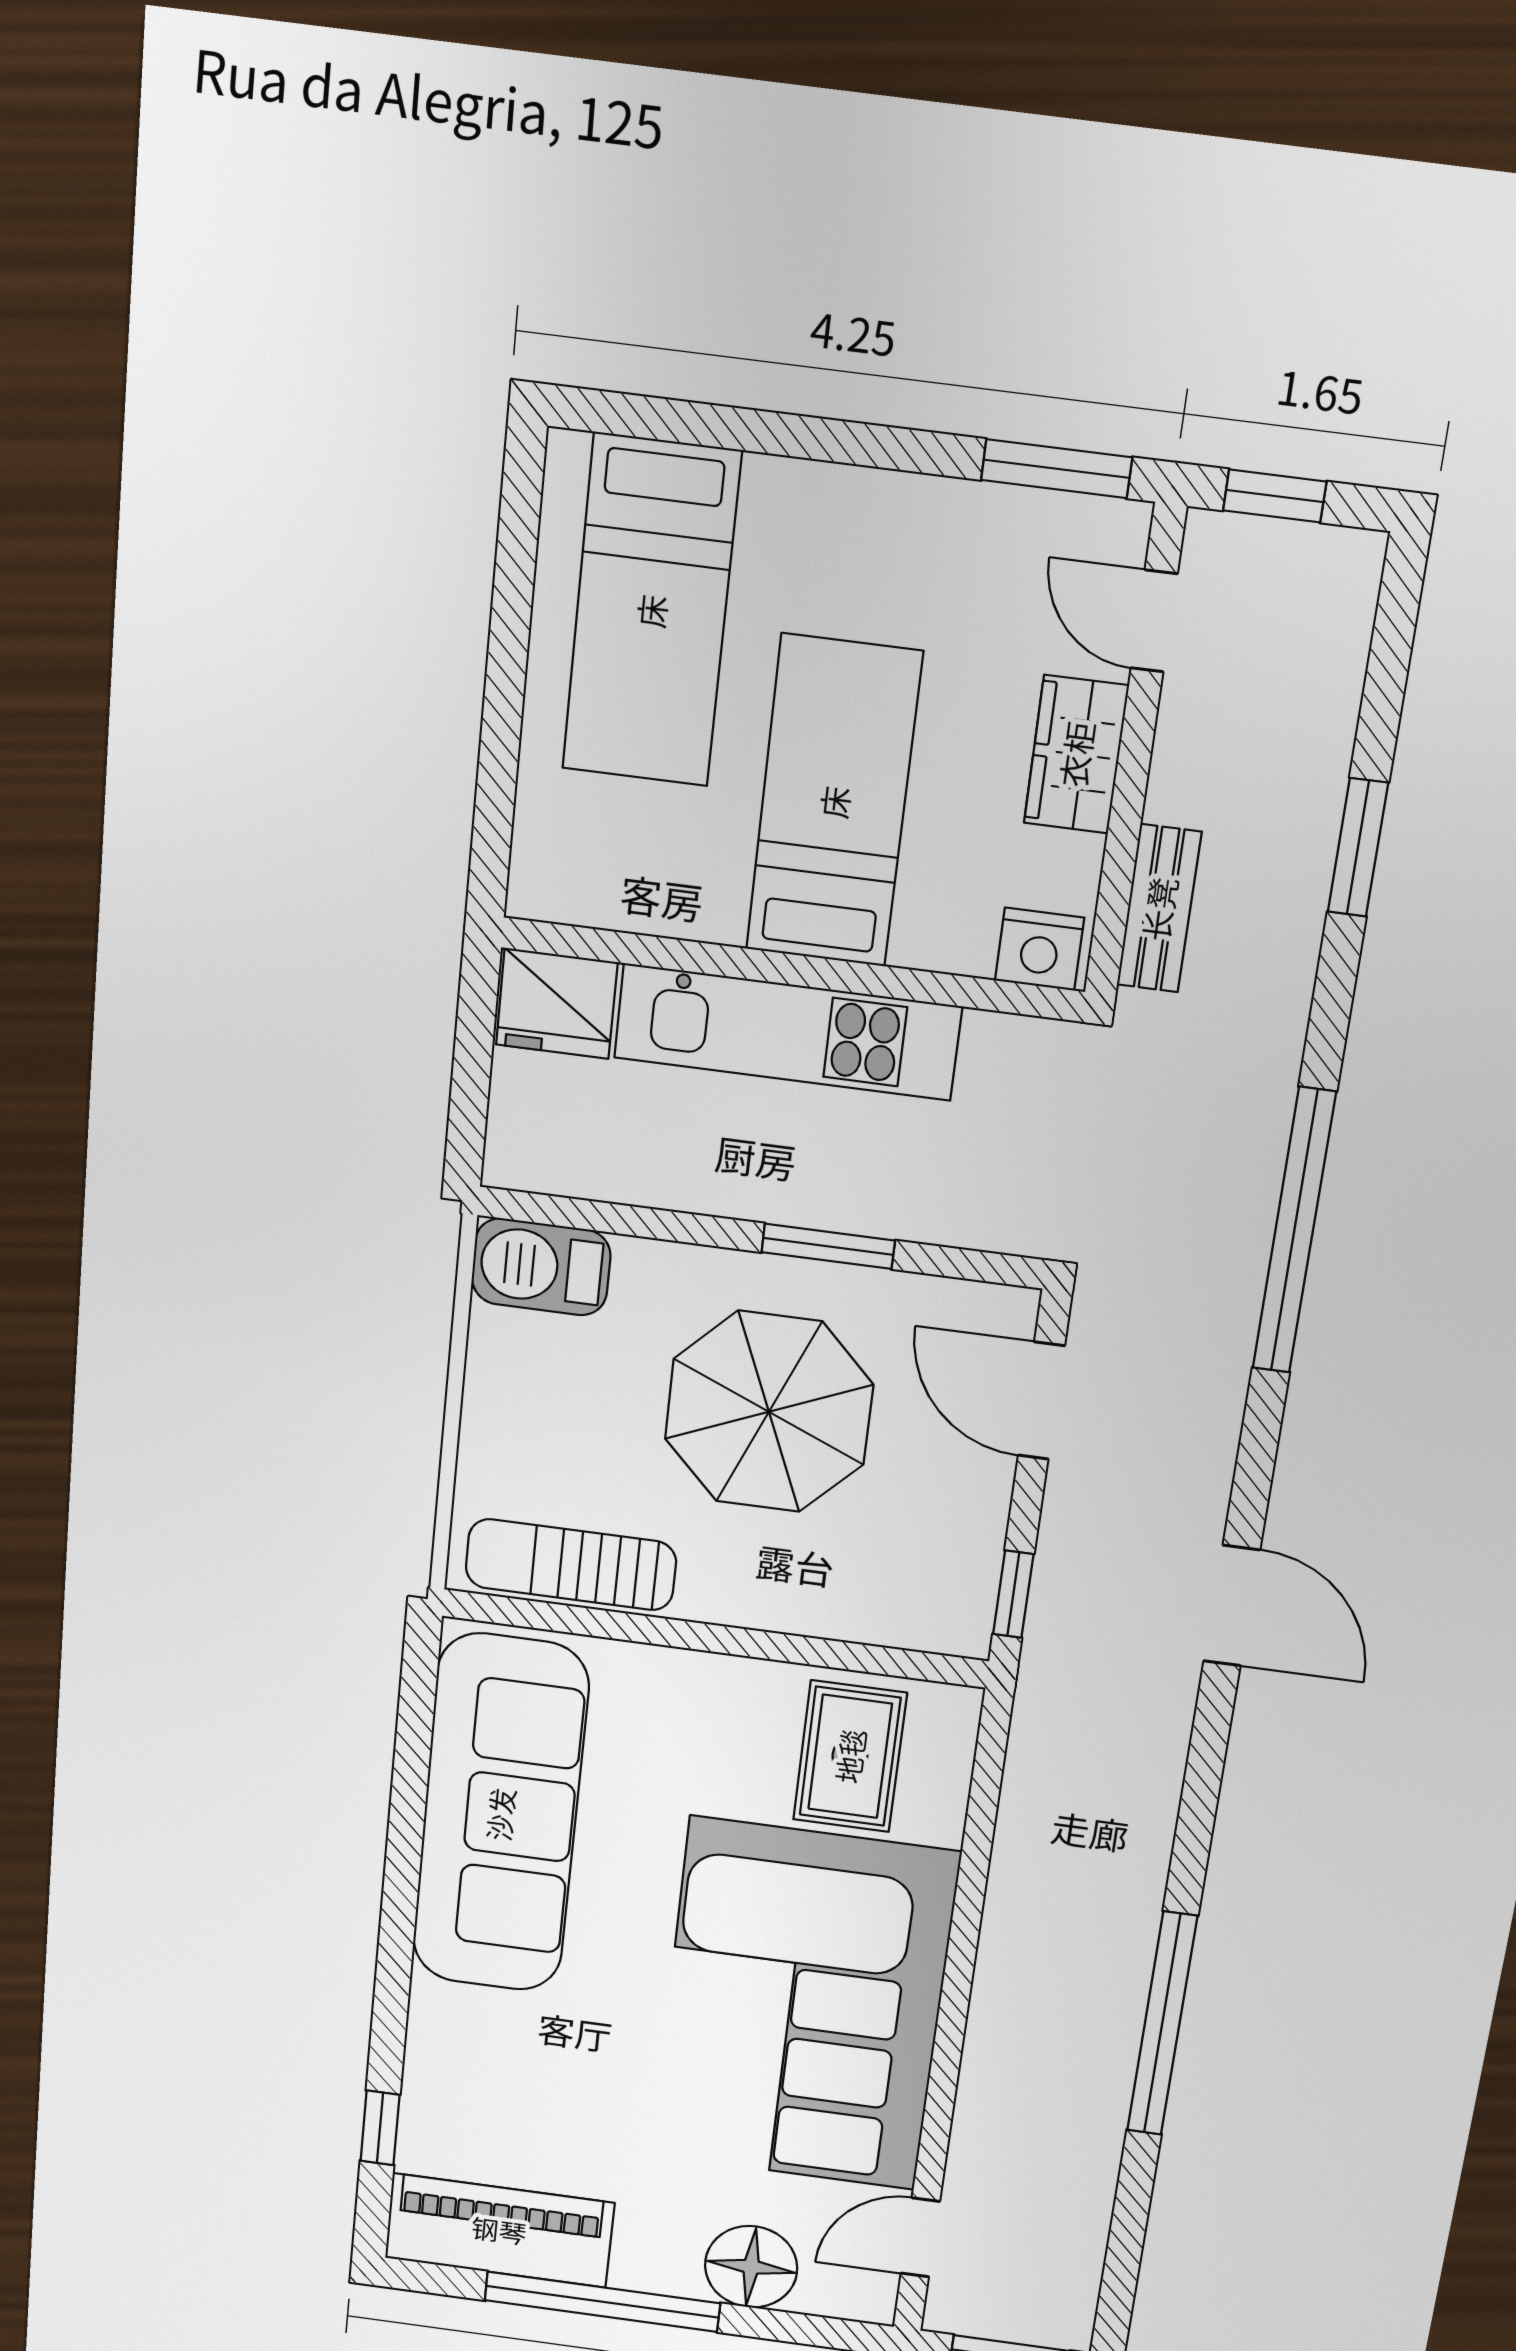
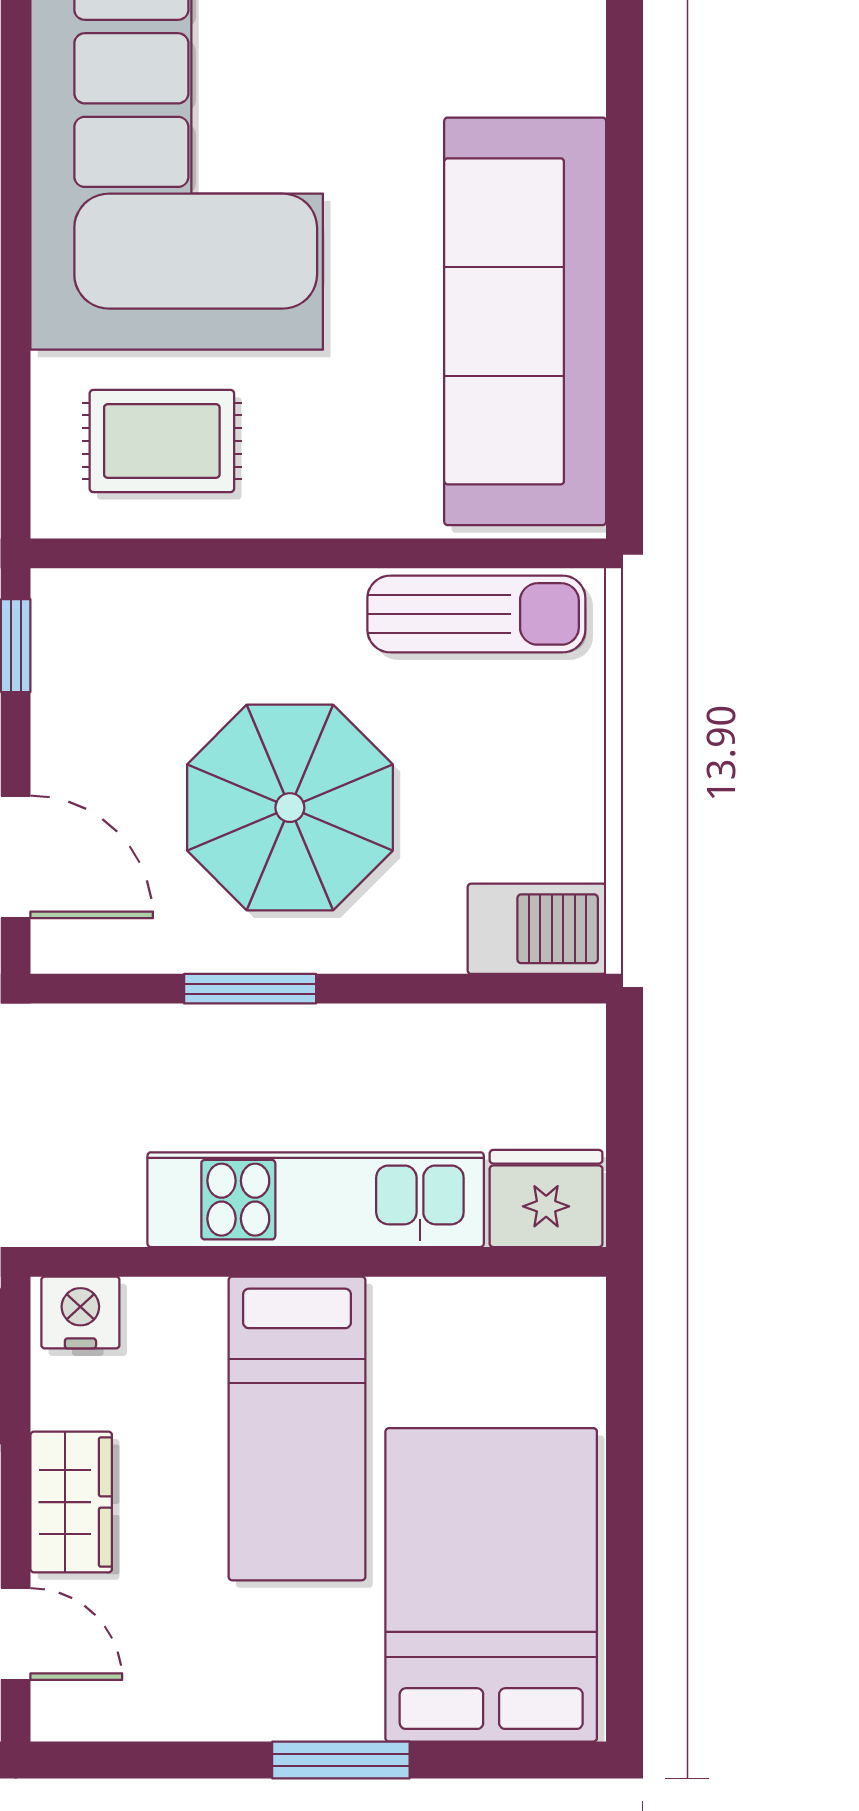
window: (1056, 469) -> (341, 1760), moved
bed: (651, 611) -> (491, 1585), width x1.50
rug: (850, 1756) -> (162, 441), turned 90

